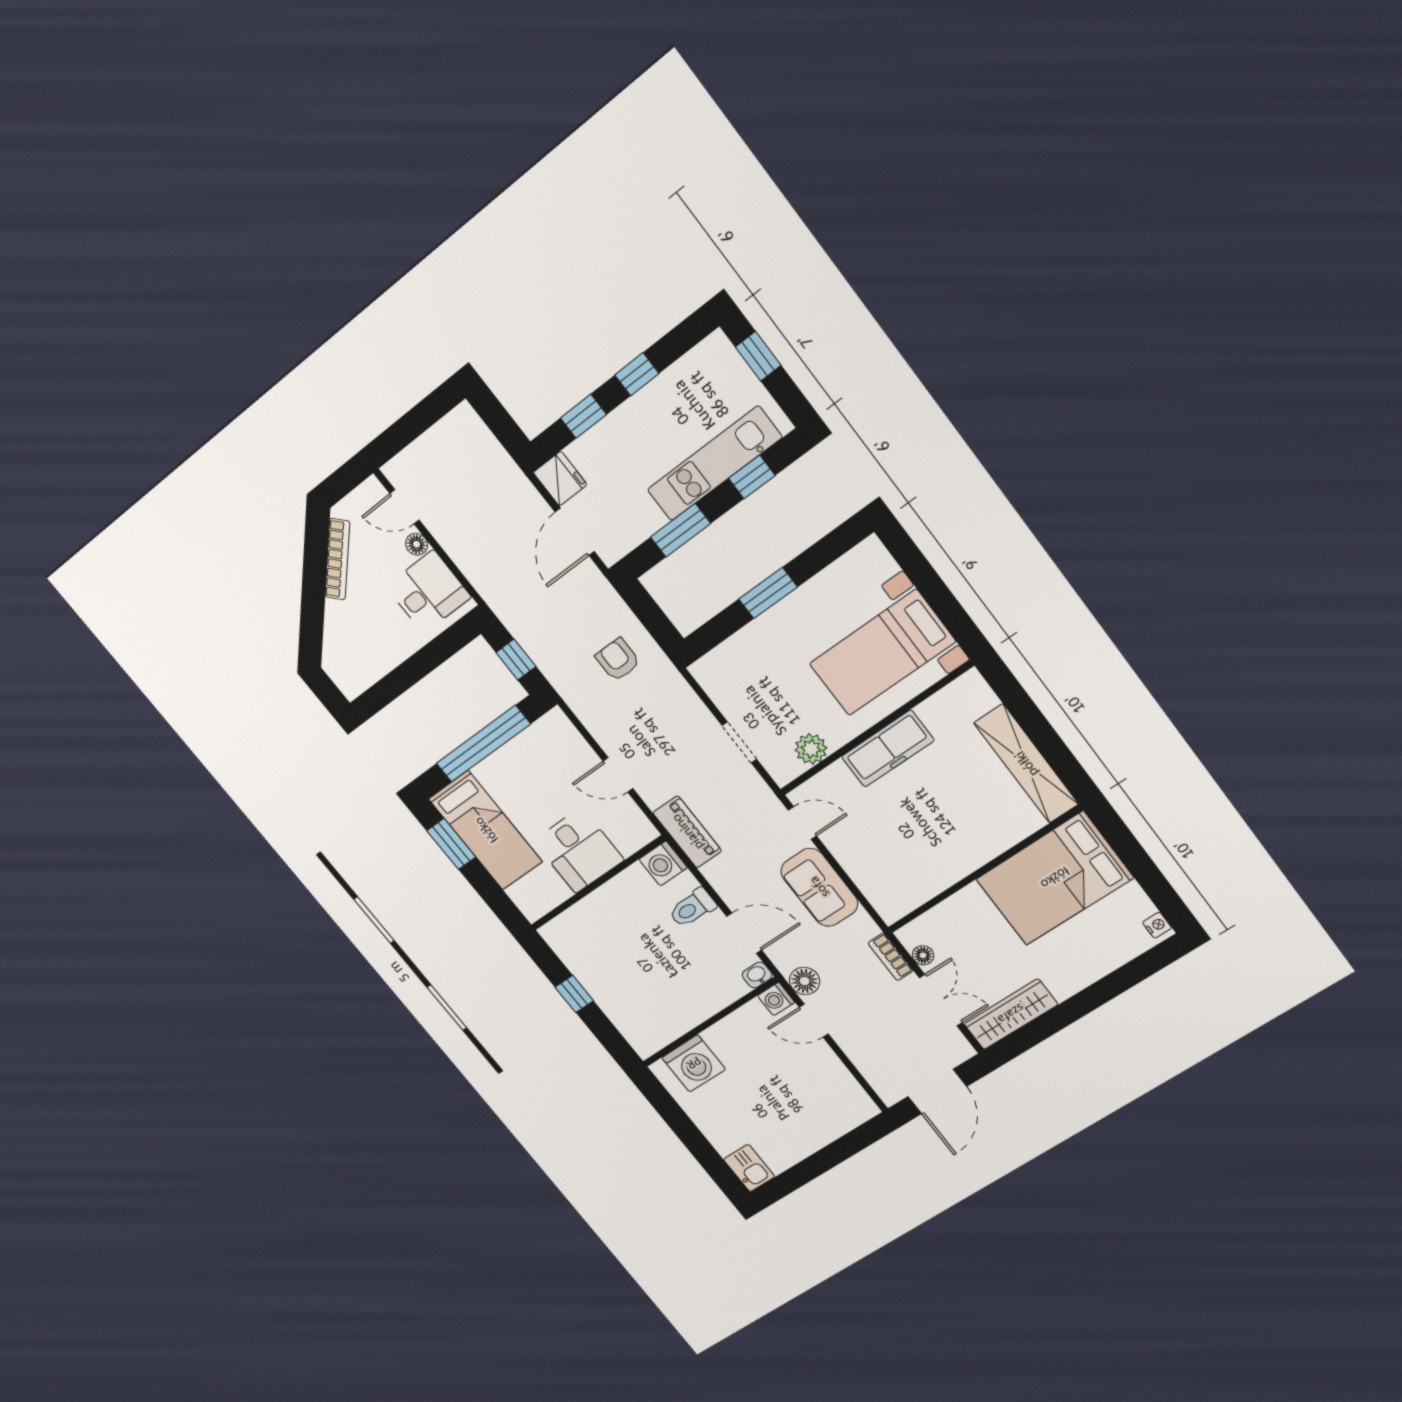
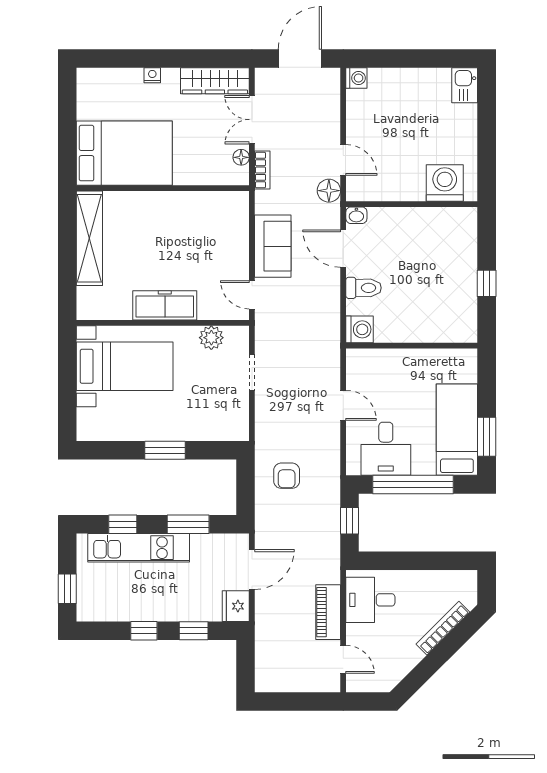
floor lamp: (417, 544) -> (354, 633), removed
bookcase: (337, 559) -> (443, 628), moved
piano: (687, 832) -> (328, 612), moved
desk: (579, 850) -> (386, 449), moved, turned 180
nightstand: (1157, 925) -> (152, 75), moved, turned 90
washing machine: (776, 999) -> (356, 78), moved

